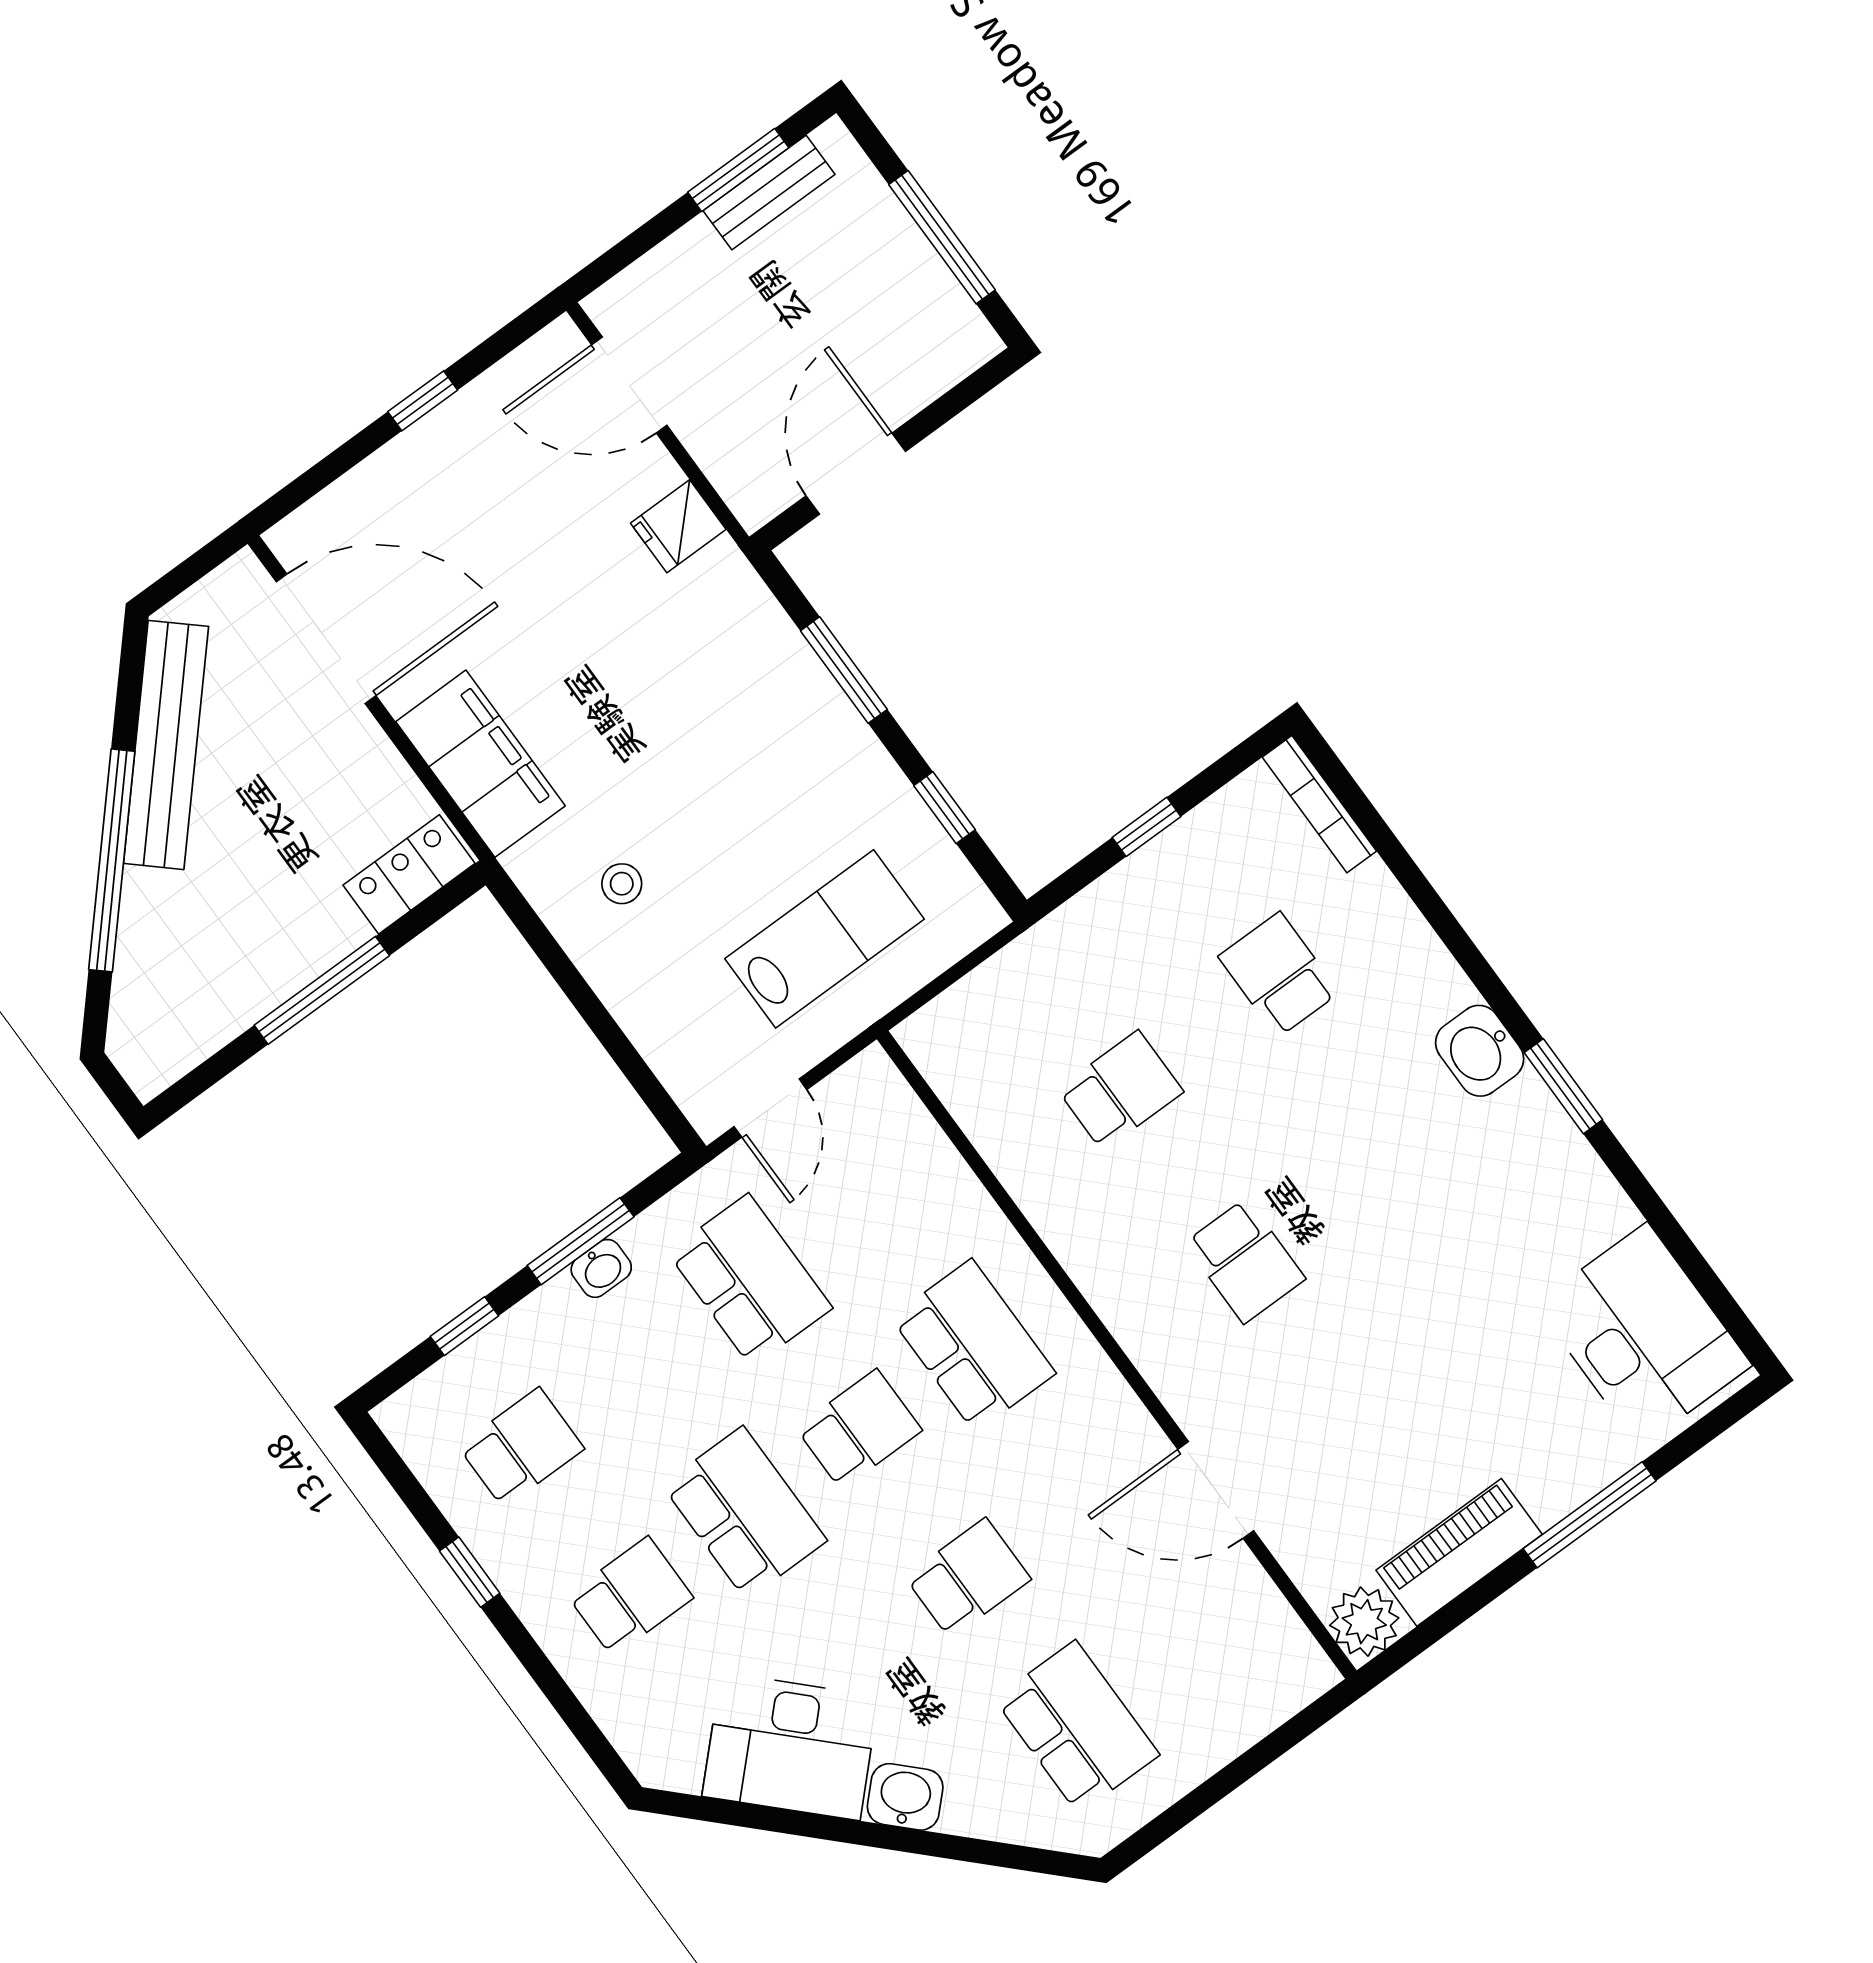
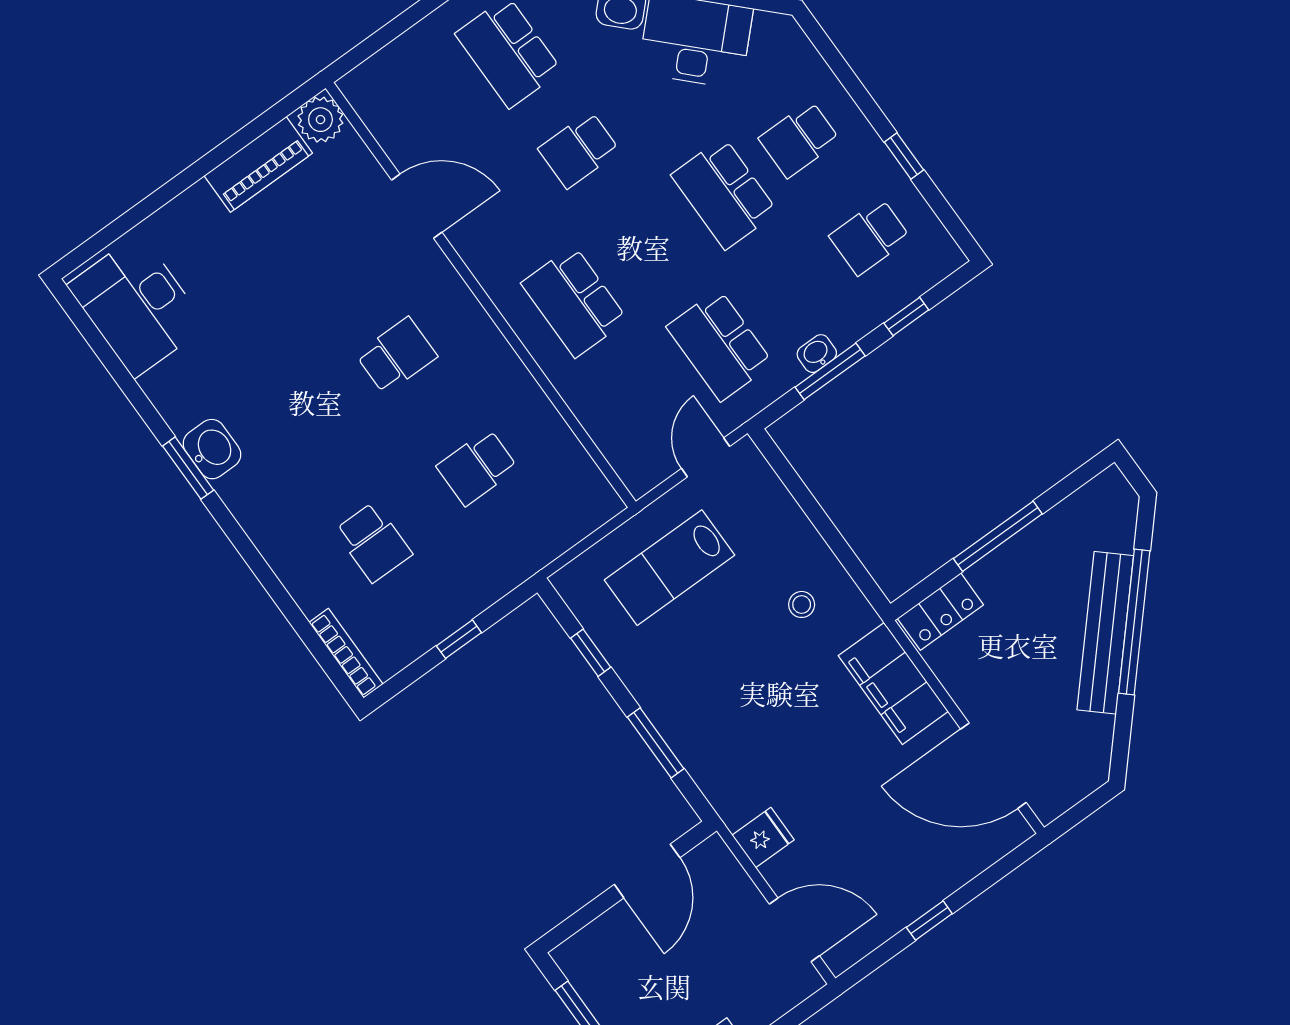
bench: (166, 745) -> (1105, 633), moved
washbasin: (1480, 1051) -> (212, 449), moved
school desk: (1245, 1261) -> (397, 356), turned 90
school desk: (859, 1429) -> (649, 247), removed
window: (1590, 1515) -> (173, 188), removed

